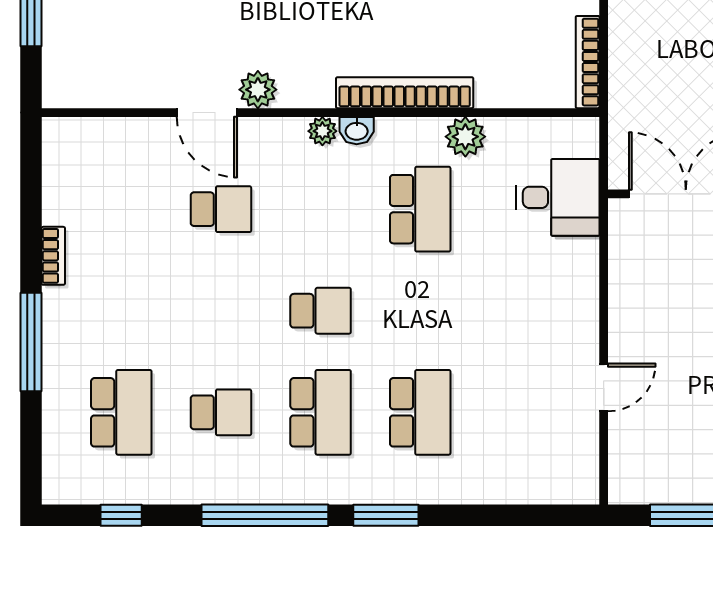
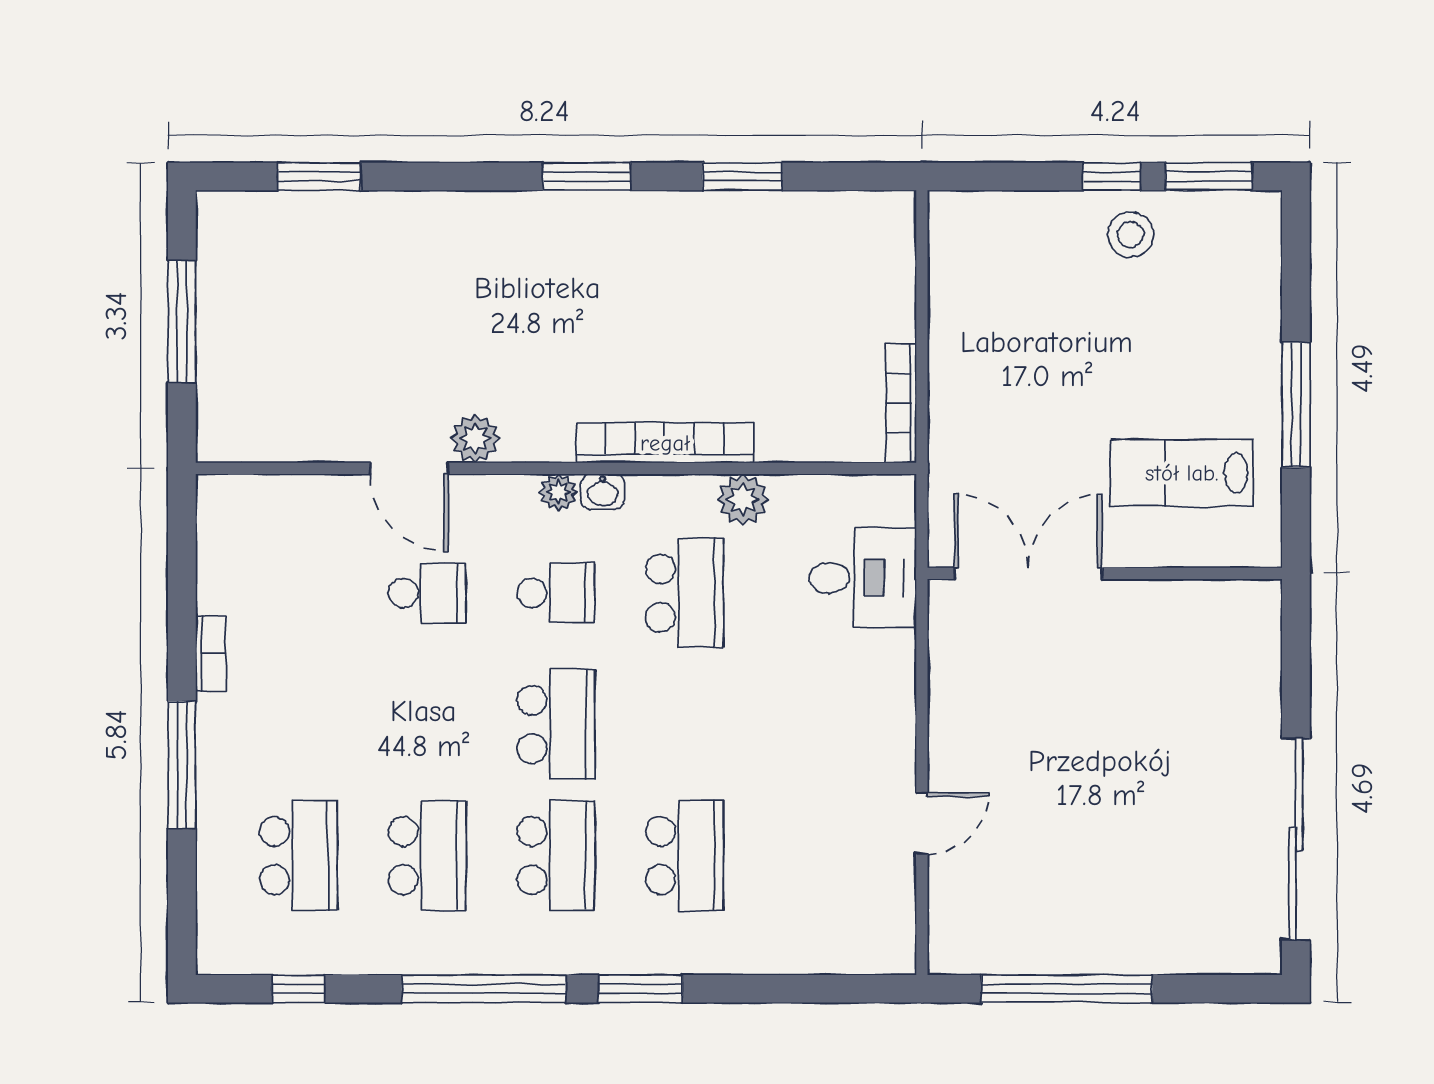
school desk: (321, 209) -> (556, 593), added
school desk: (321, 311) -> (556, 724), width x1.85
school desk: (221, 412) -> (427, 856), width x1.85

